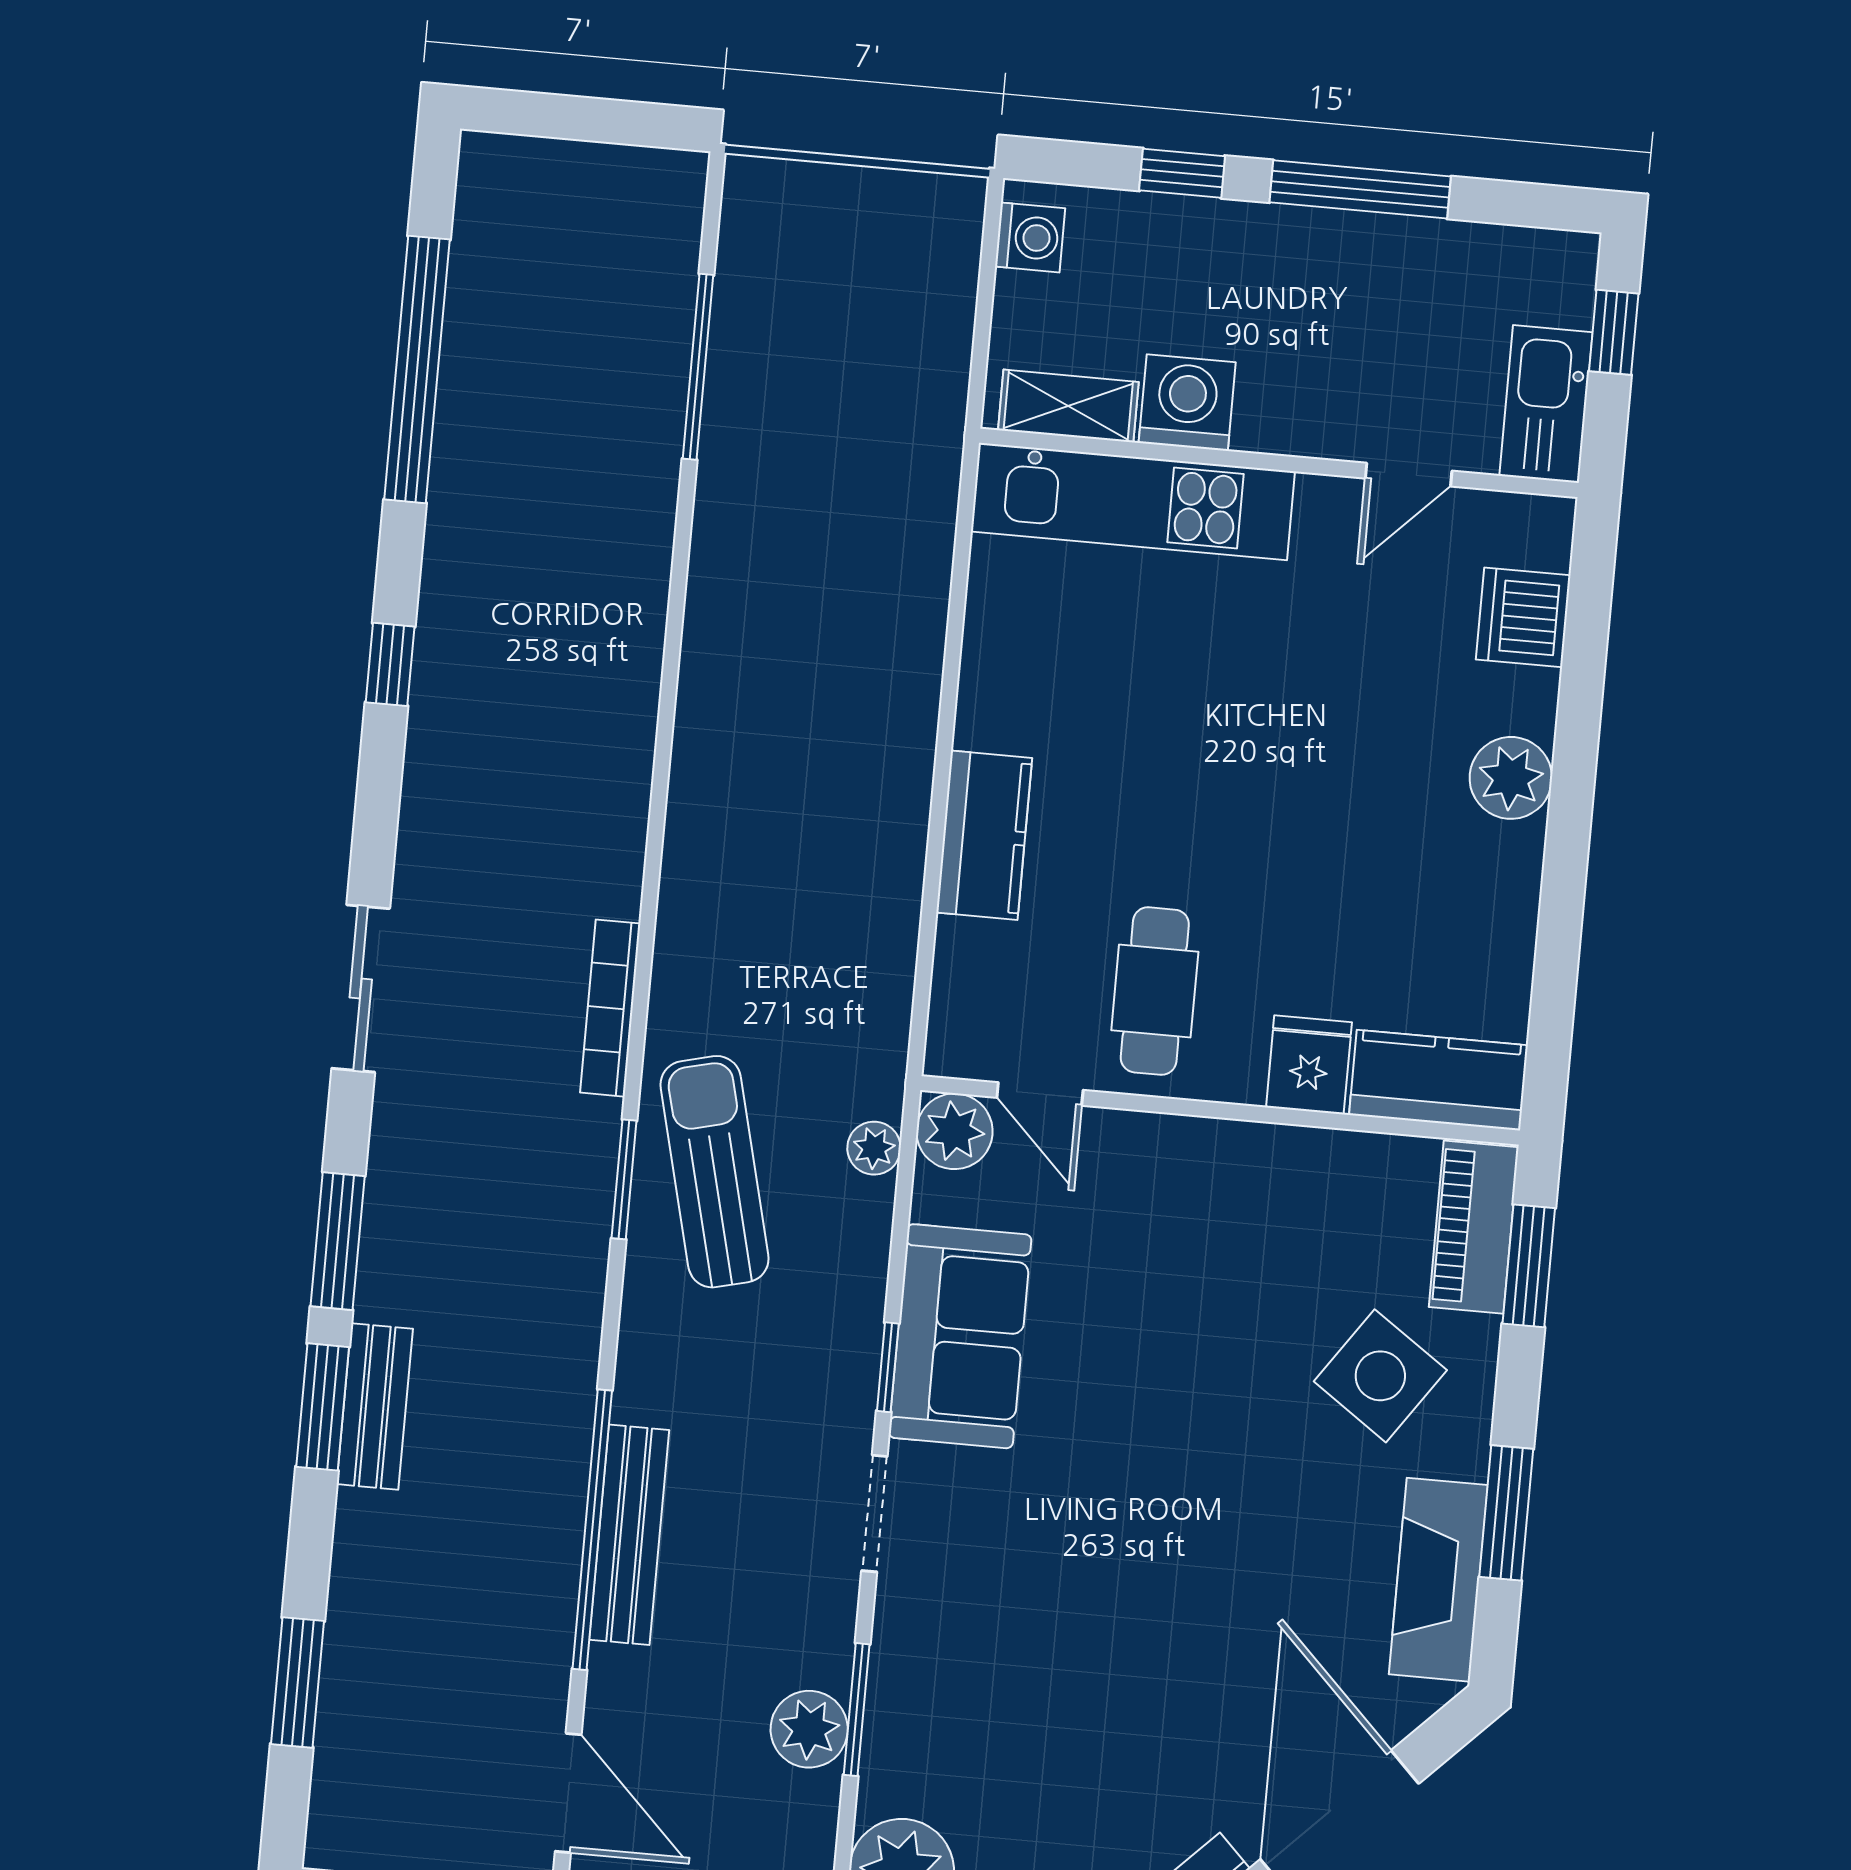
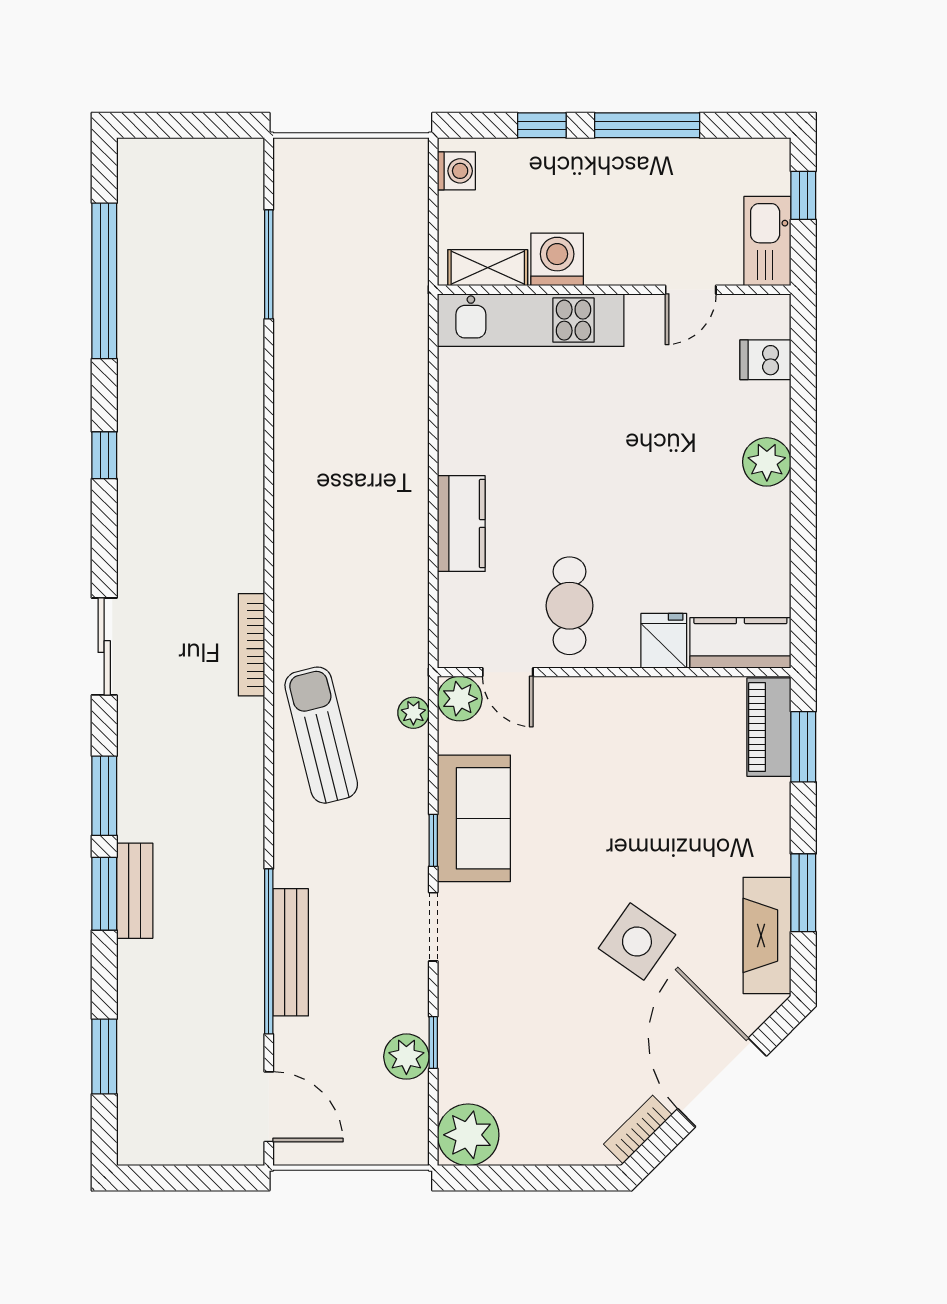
dishwasher: (1523, 617) -> (765, 360), width x0.73
window: (624, 1179) -> (269, 744), removed
side table: (1380, 1376) -> (637, 942), moved
window: (857, 1710) -> (433, 1043), width x0.67

